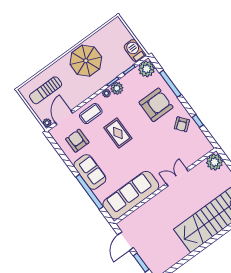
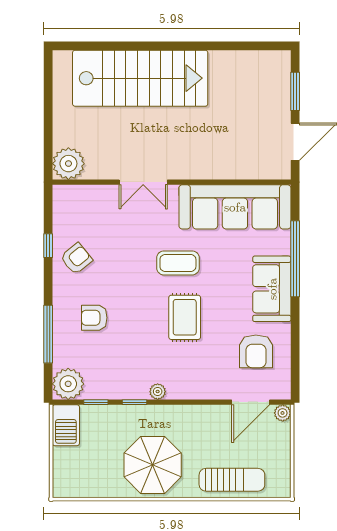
plant: (117, 88) -> (136, 387), removed
sun lounger: (46, 90) -> (232, 480), moved
armchair: (156, 105) -> (94, 318), width x0.53, depth x0.53
coffee table: (91, 114) -> (178, 263), moved

